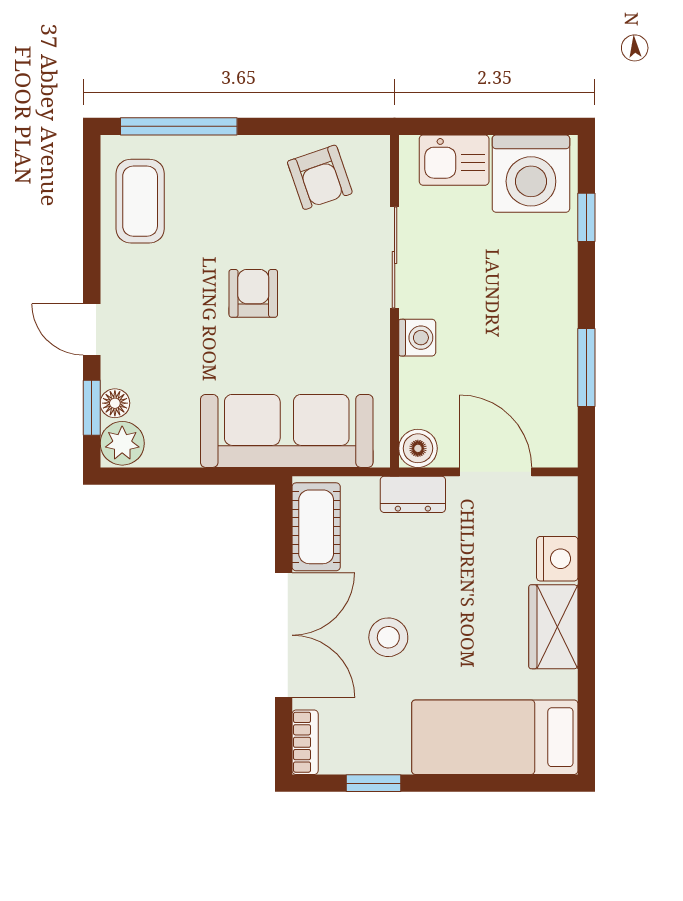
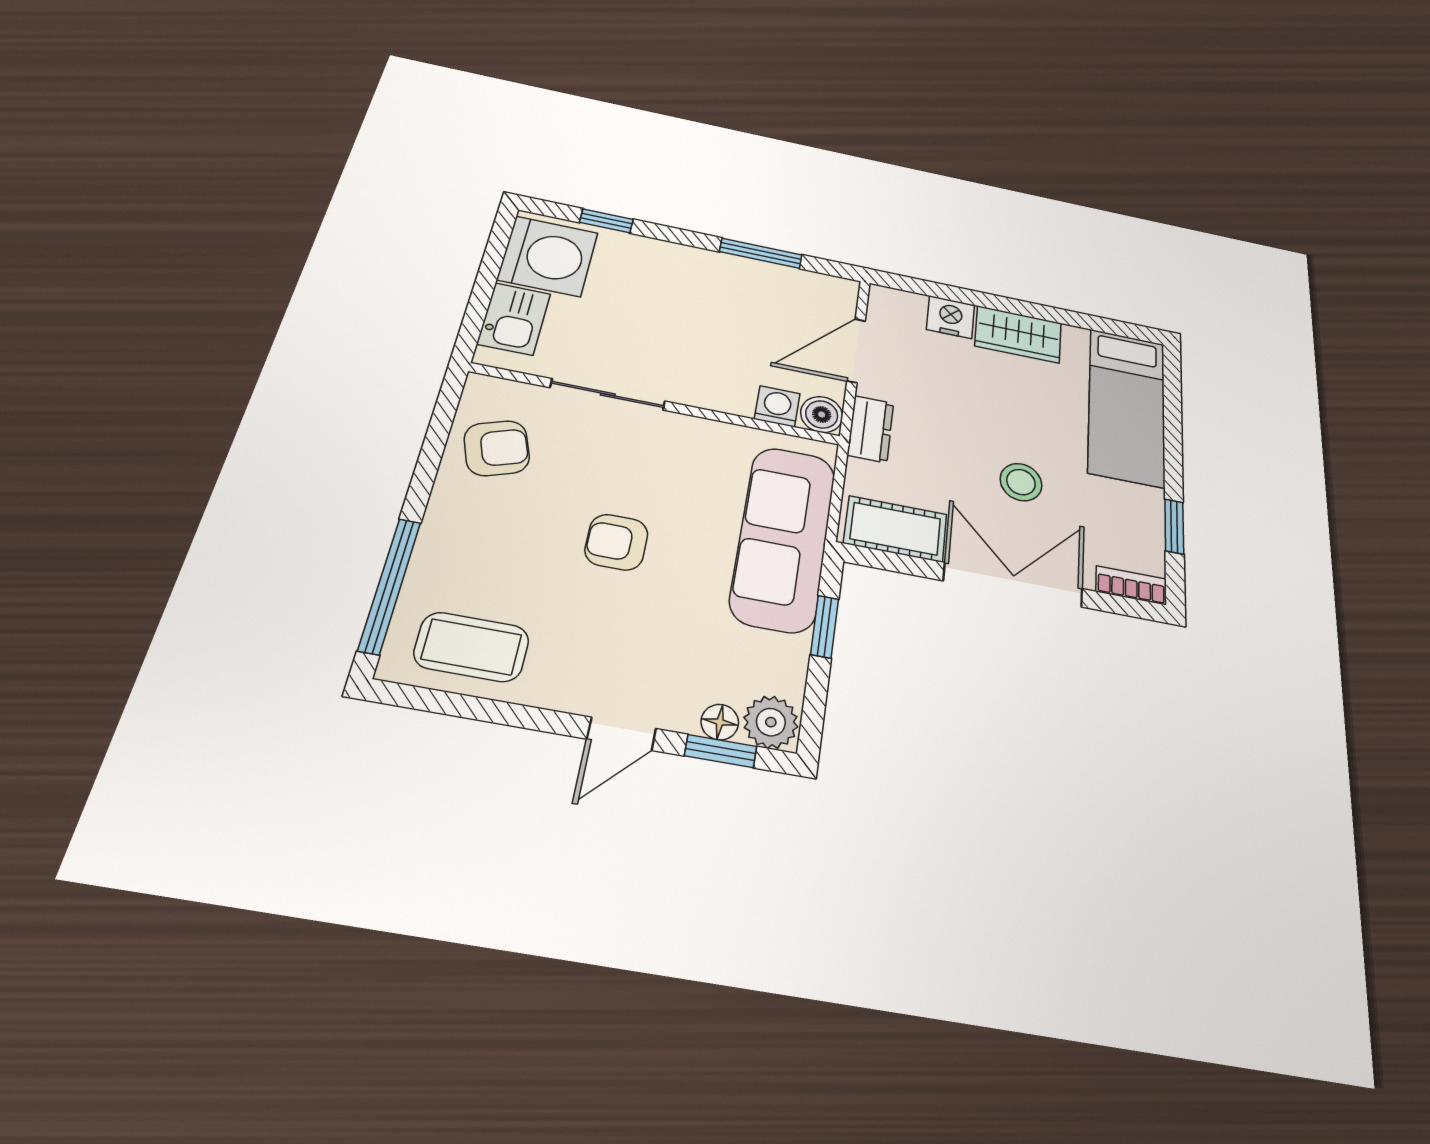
washing machine: (417, 338) -> (777, 406), moved
window: (212, 476) -> (825, 627), added

